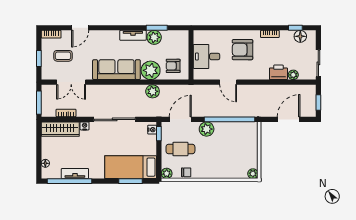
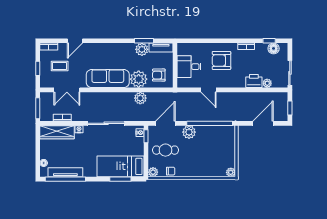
tv unit: (133, 35) -> (161, 48), moved
tv unit: (75, 174) -> (65, 172), width x1.41

